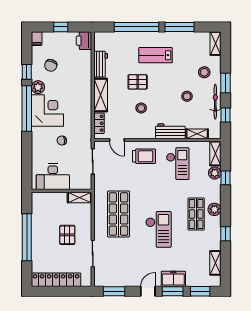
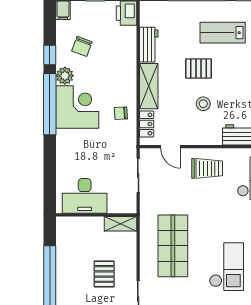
chair: (62, 141) -> (121, 113), moved

